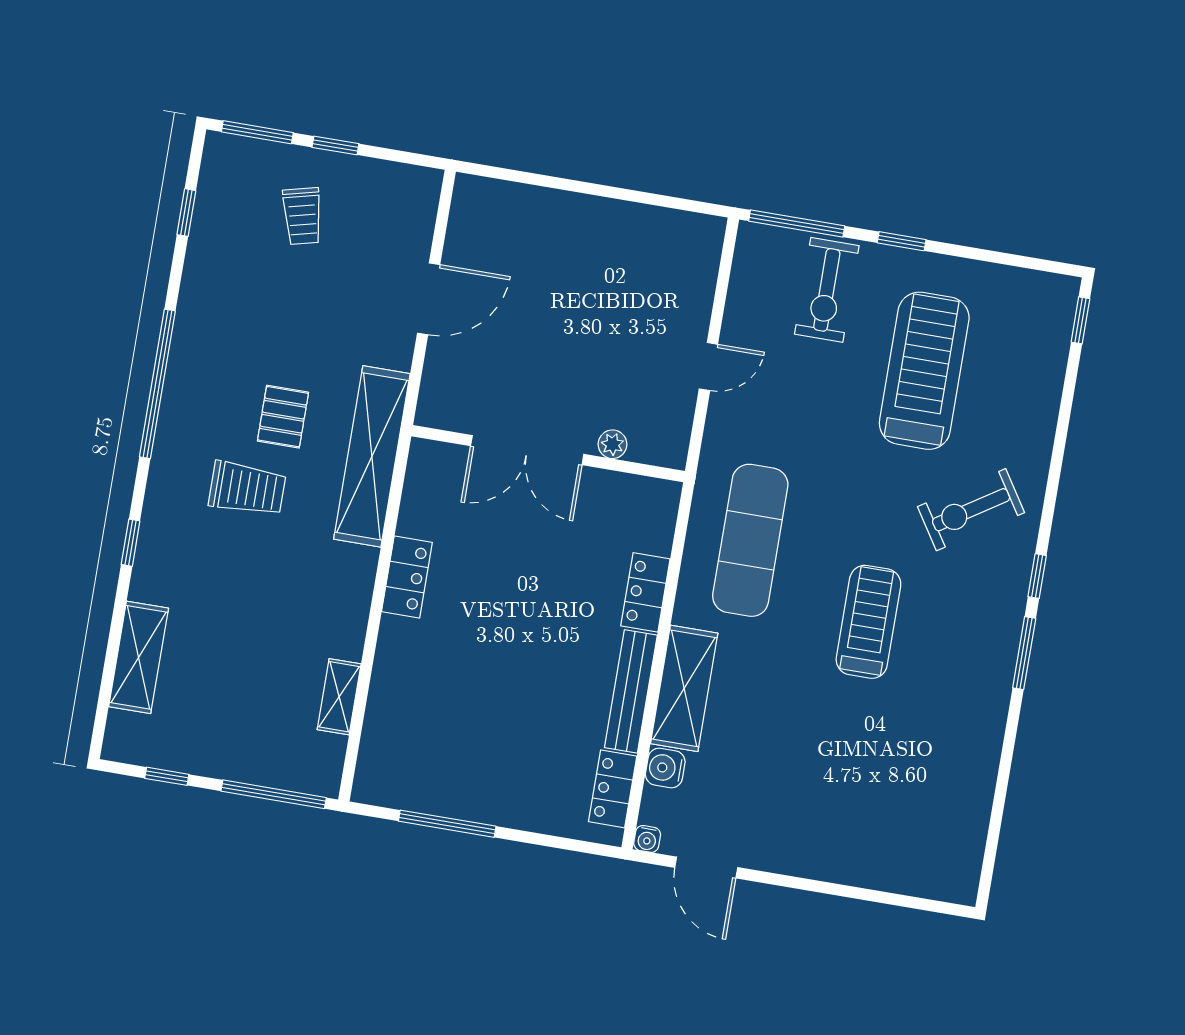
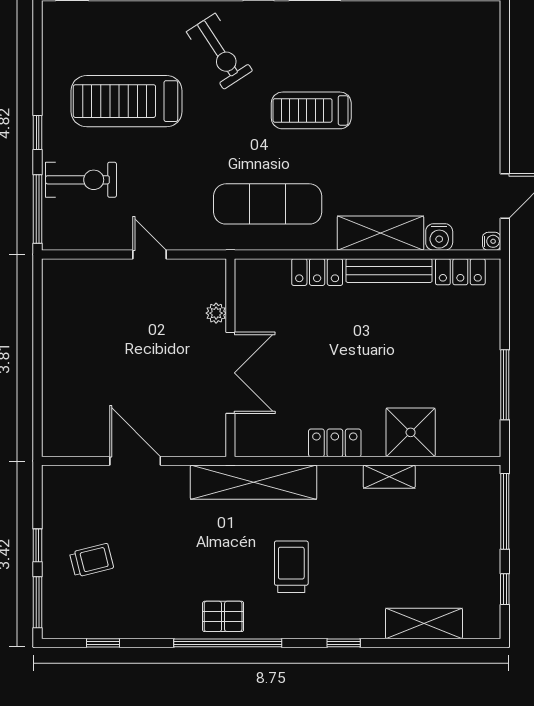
pallet: (283, 417) -> (223, 616), moved
shower: (404, 683) -> (411, 432), added
shelving: (339, 697) -> (389, 477), moved

